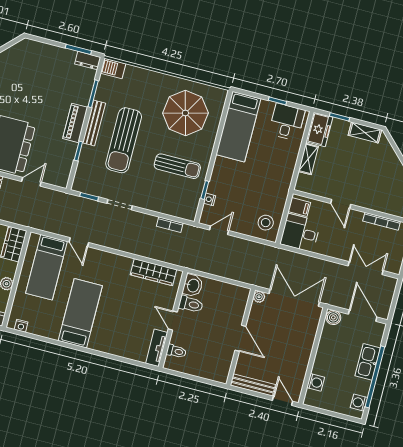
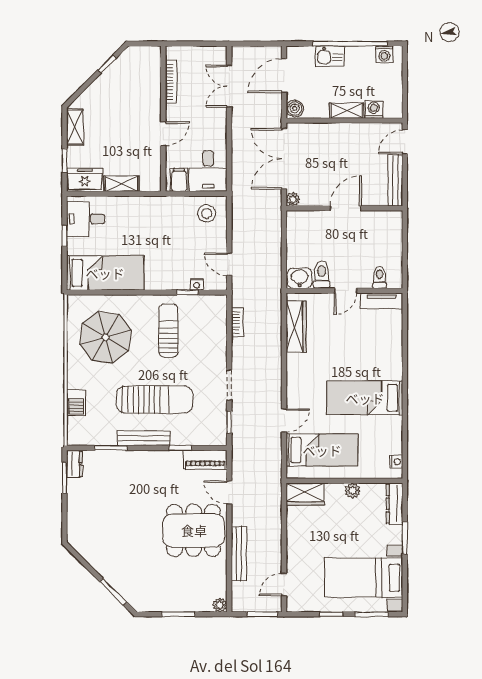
barbecue: (113, 68) -> (76, 403), moved
piano: (75, 123) -> (205, 460), moved
shelving: (321, 360) -> (347, 111), added
kitchen sink: (368, 362) -> (330, 56), width x0.73

